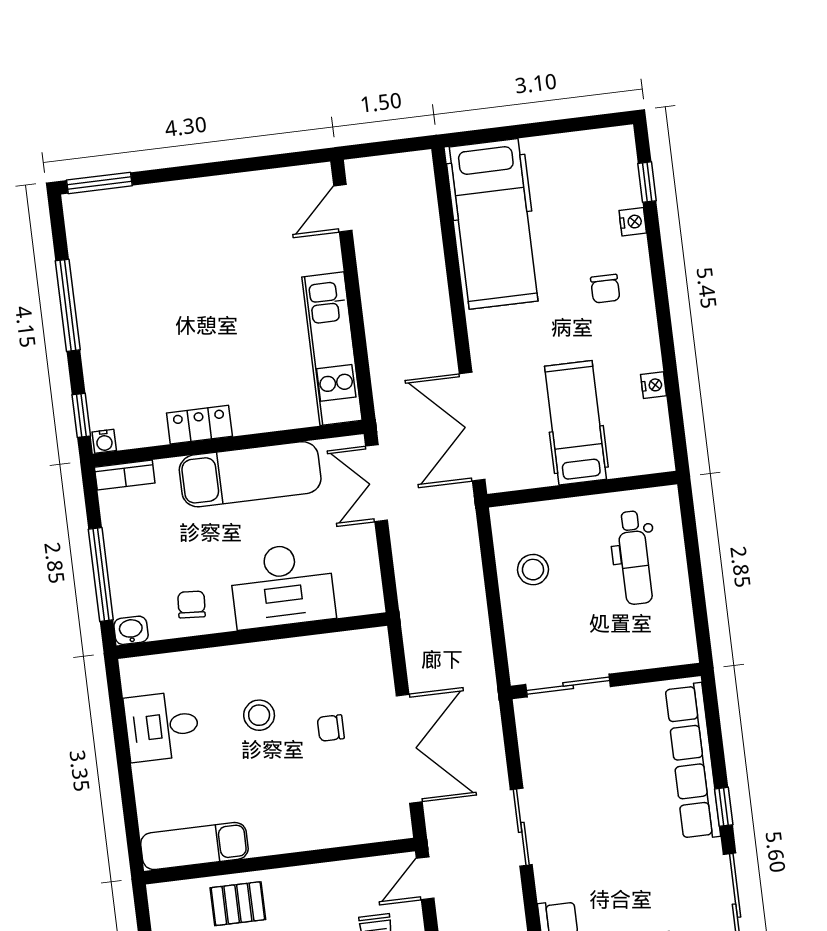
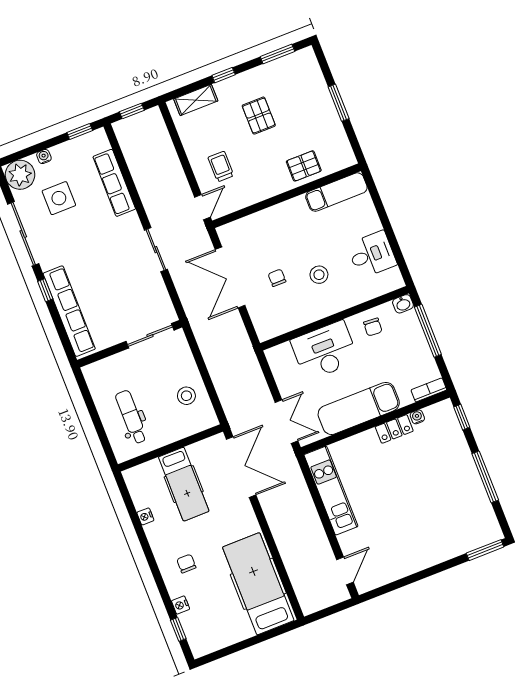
water cooler: (104, 441) -> (417, 417), moved
chair: (331, 728) -> (277, 278), turned -90

